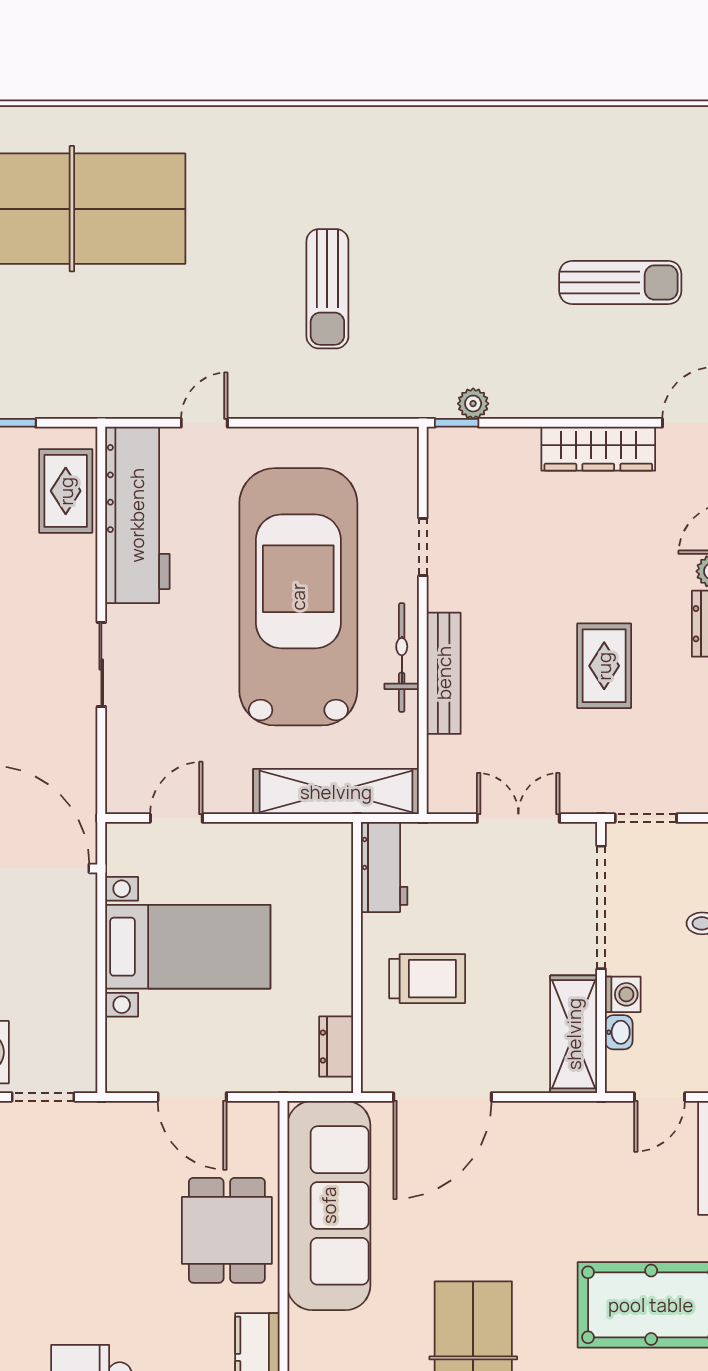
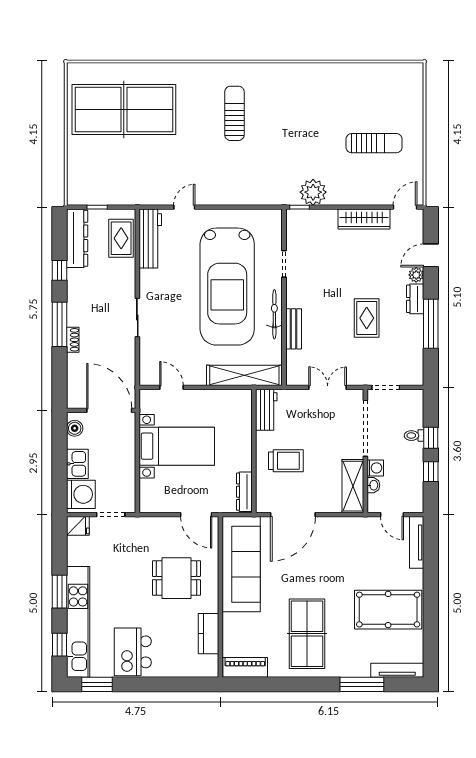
sun lounger: (327, 289) -> (234, 113), moved, turned 180
plant: (473, 404) -> (313, 192), width x1.88, depth x1.88
workbench: (137, 515) -> (150, 238), width x0.73, depth x0.76
car: (298, 597) -> (227, 287), turned 180
bench: (444, 673) -> (294, 329), width x0.73
door: (176, 818) -> (172, 387), hinge flipped
dresser: (336, 1047) -> (244, 492), width x1.44
door: (192, 1097) -> (196, 515), moved
door: (660, 1097) -> (392, 515), hinge flipped
dining table: (227, 1230) -> (176, 578), moved, turned 90

